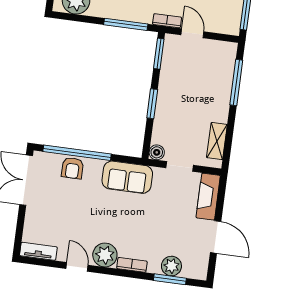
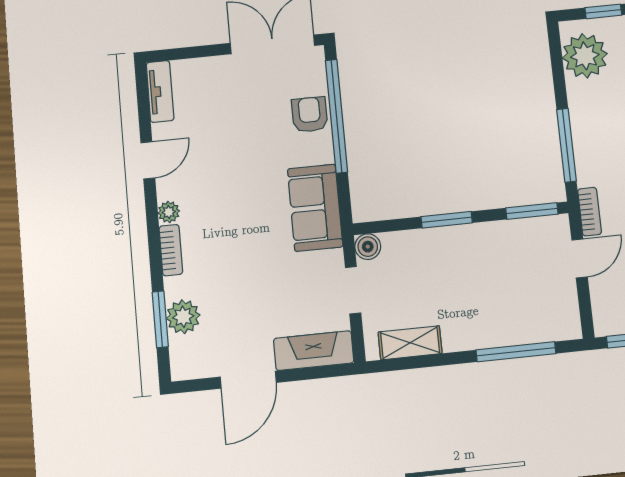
armchair: (72, 168) -> (310, 115), turned 90
plant: (105, 255) -> (169, 212), width x0.53, depth x0.53

